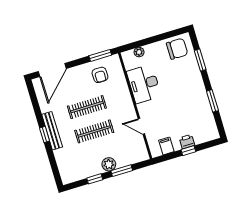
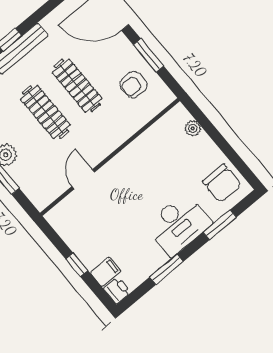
window: (100, 55) -> (148, 55), moved
desk: (144, 84) -> (179, 224), moved, turned 180
printer: (187, 142) -> (117, 290), moved
filing cabinet: (166, 146) -> (106, 272), moved

